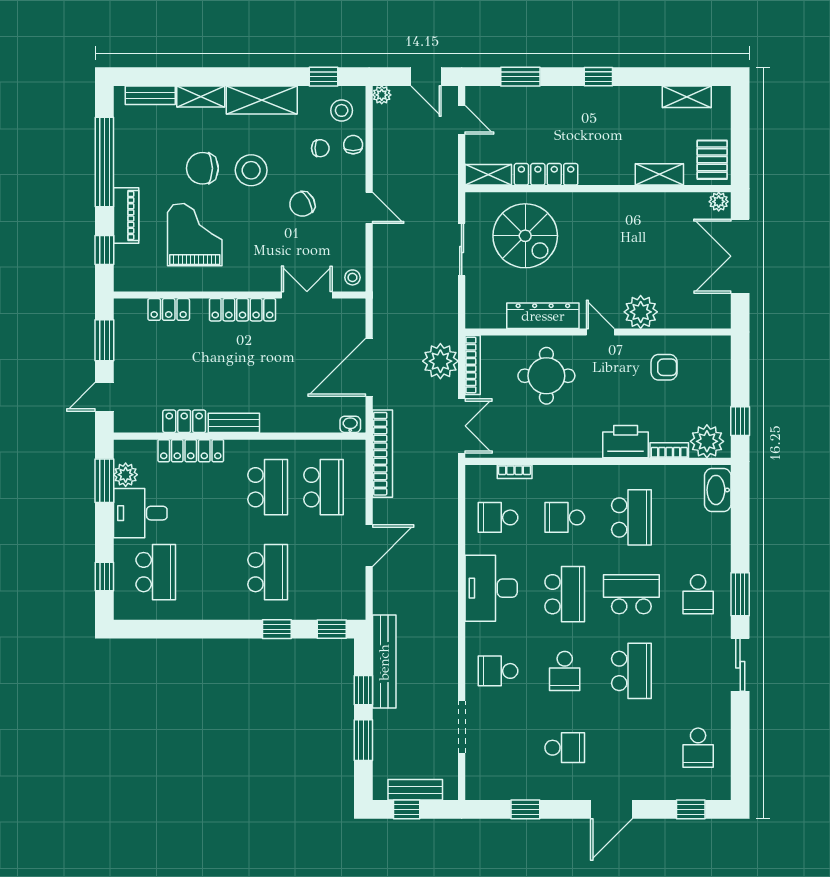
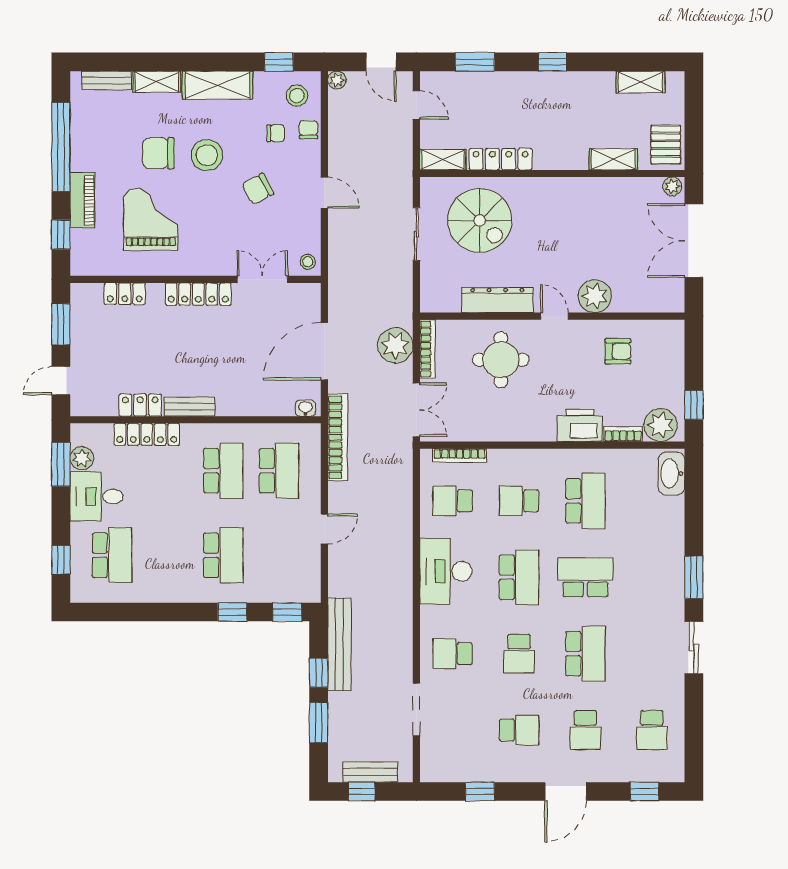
bookcase: (515, 472) -> (459, 455), width x1.56
door: (369, 546) -> (324, 529), width x0.73
school desk: (698, 594) -> (585, 730), moved

